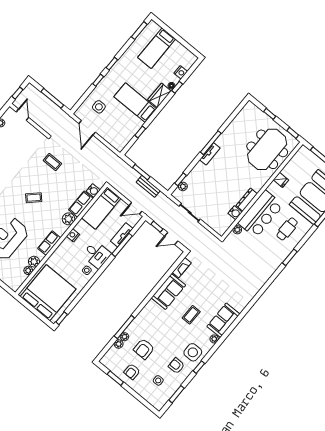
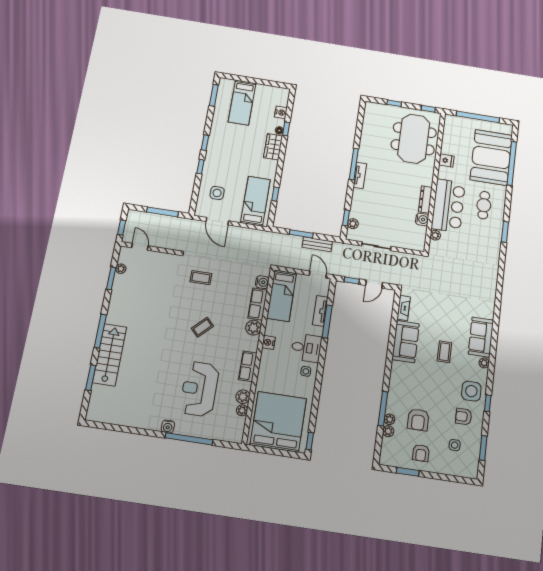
bed: (135, 103) -> (255, 201), moved, turned 90
door: (136, 208) -> (318, 275), swing flipped

